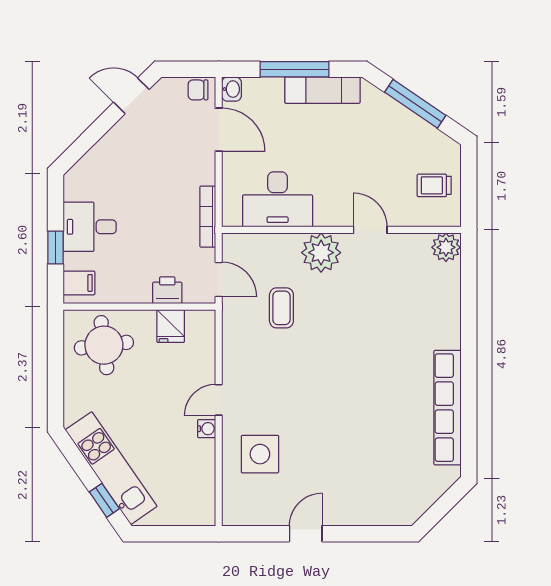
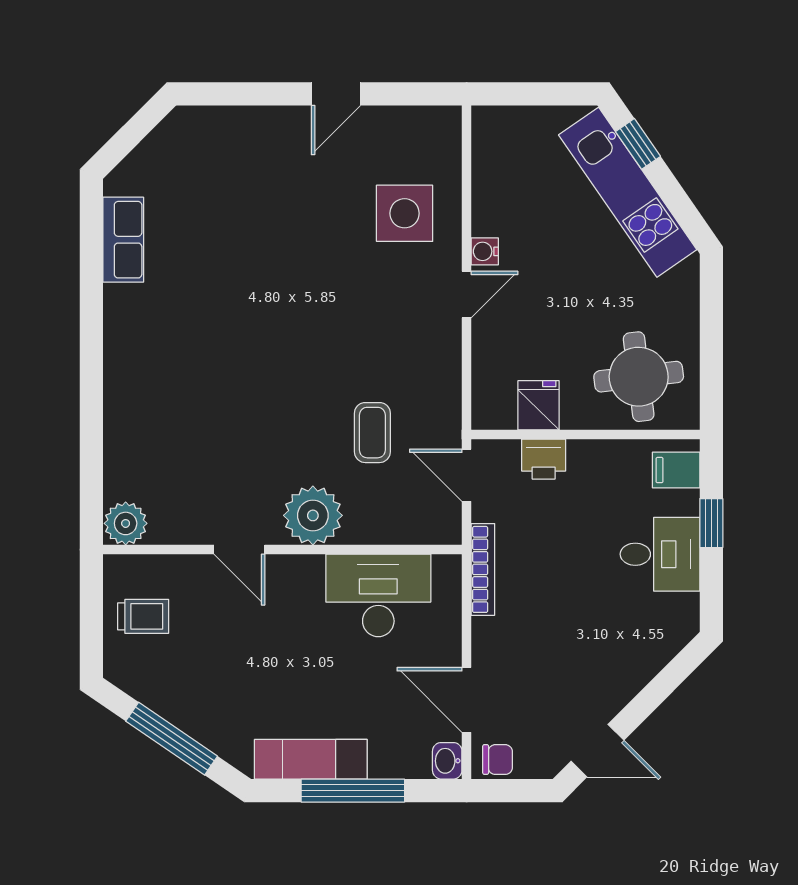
row of seats: (448, 408) -> (123, 240), width x0.50

